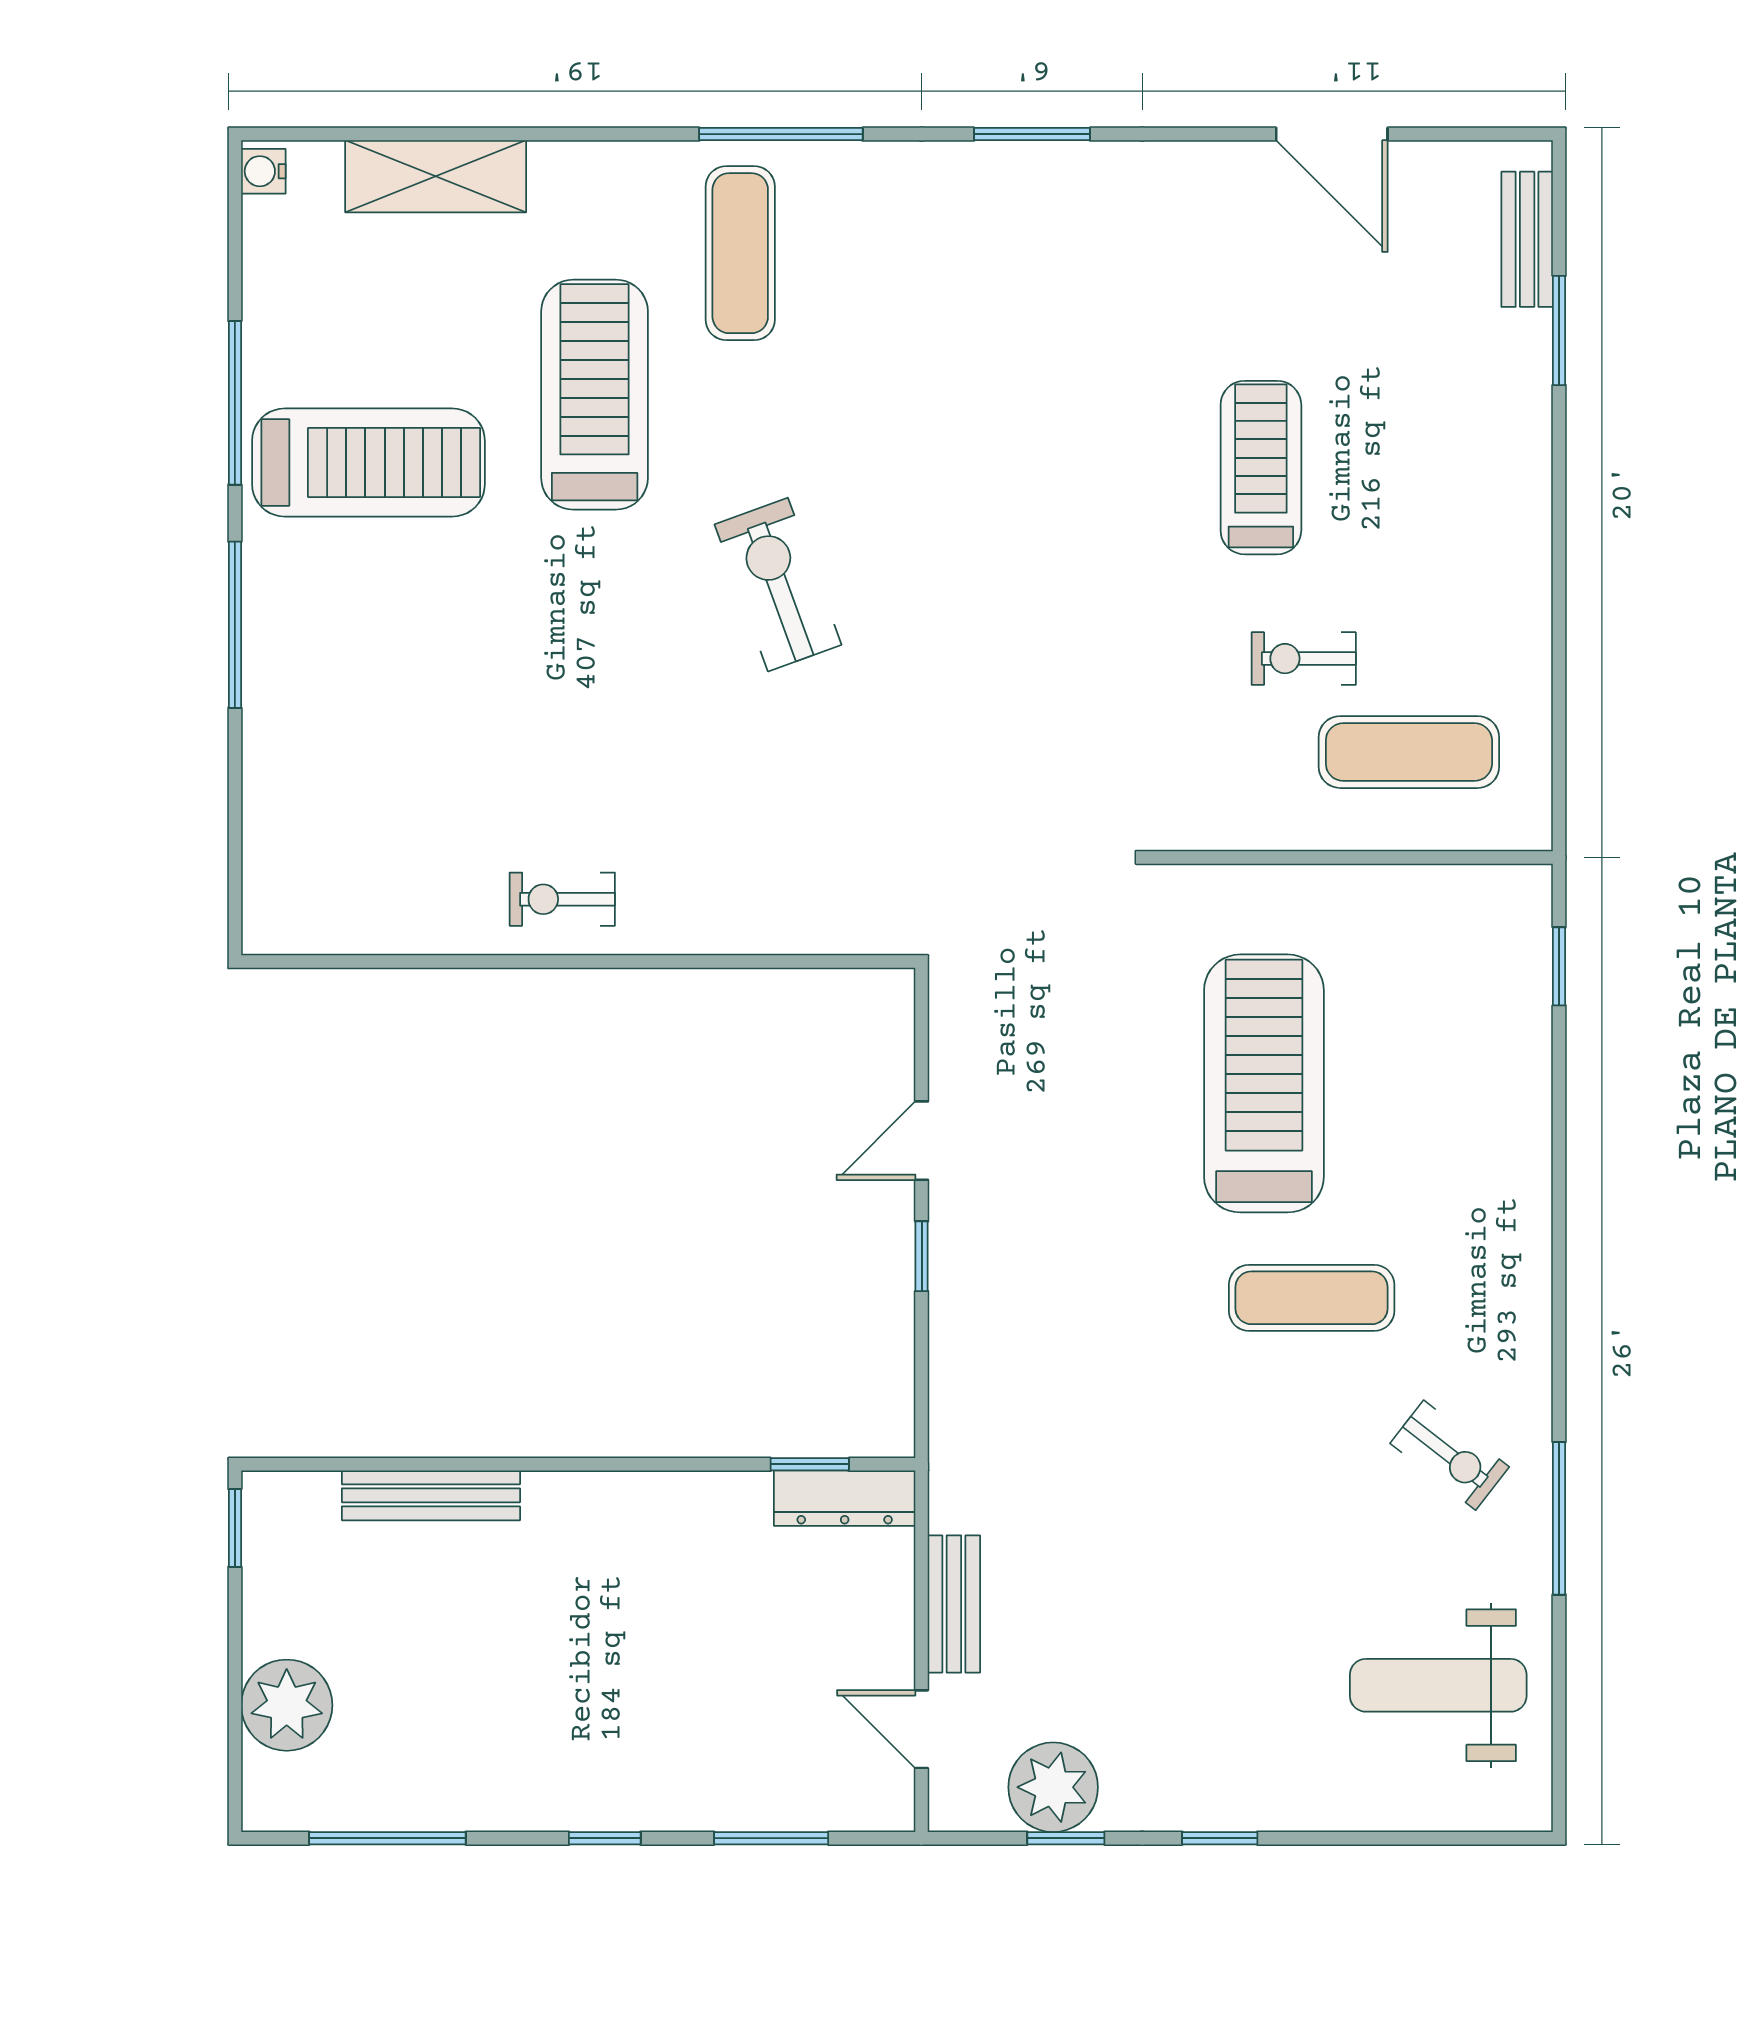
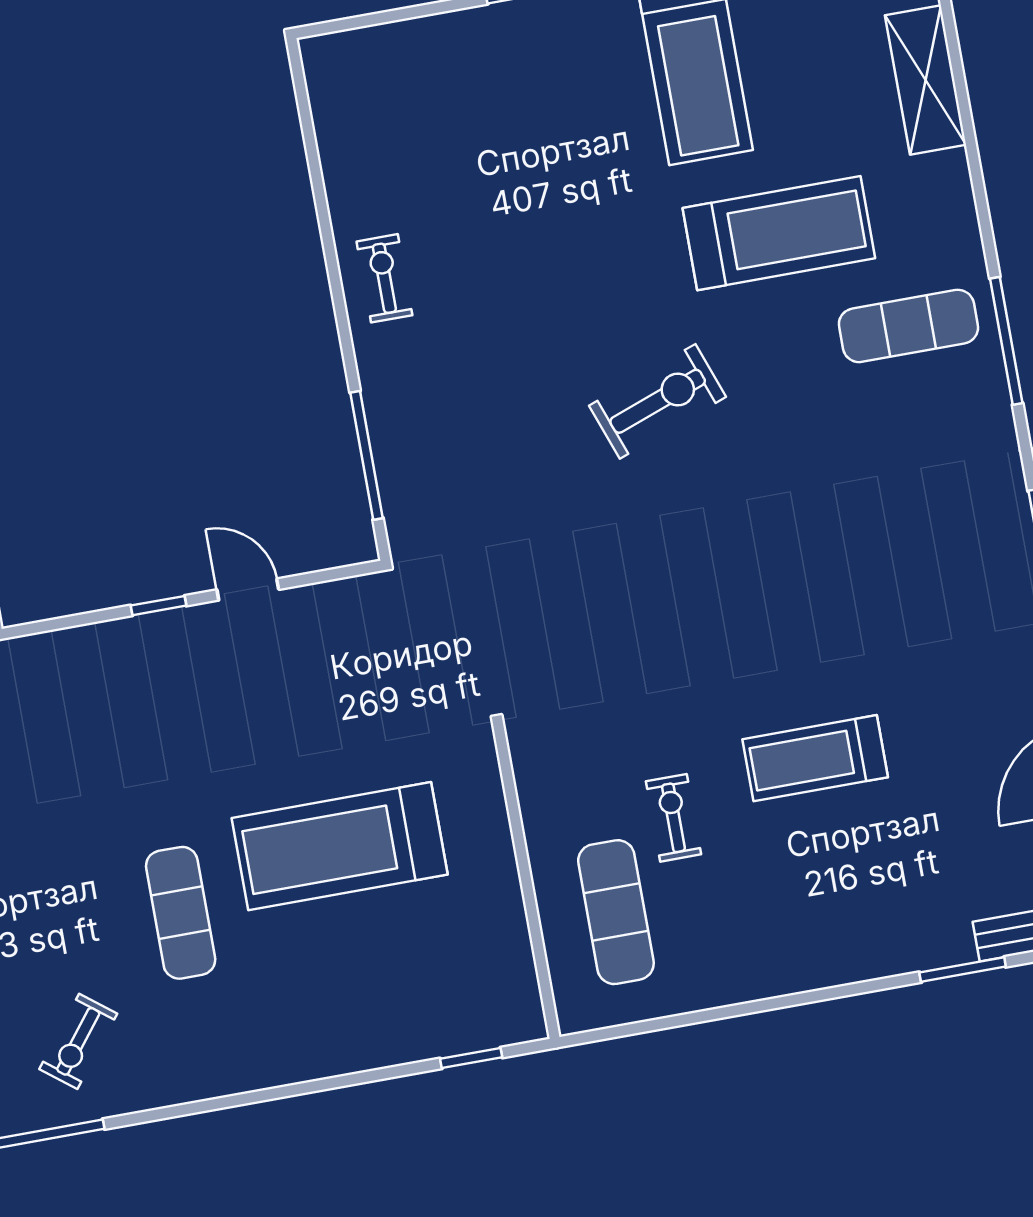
treadmill: (1261, 468) -> (815, 758), turned 180
window: (780, 962) -> (367, 455), added
treadmill: (1264, 1083) -> (340, 846), turned 180

